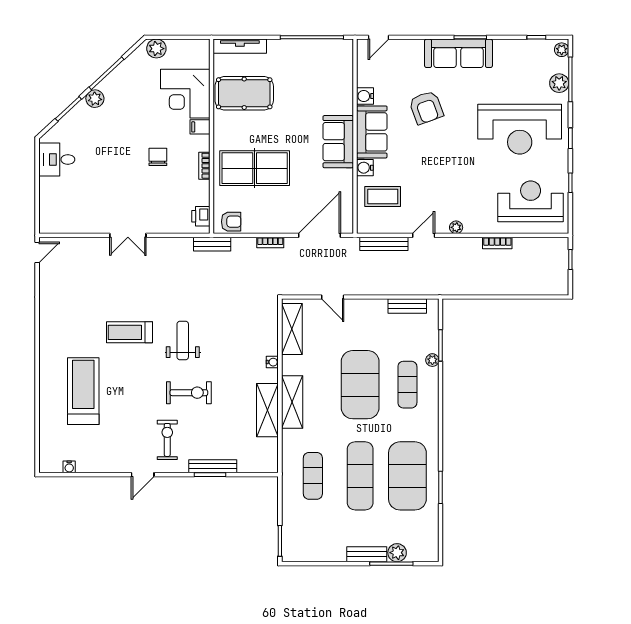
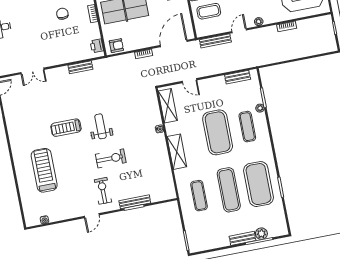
double door: (128, 235) -> (32, 71), moved
bench: (212, 244) -> (80, 67), moved
shelving: (267, 410) -> (162, 160), removed

